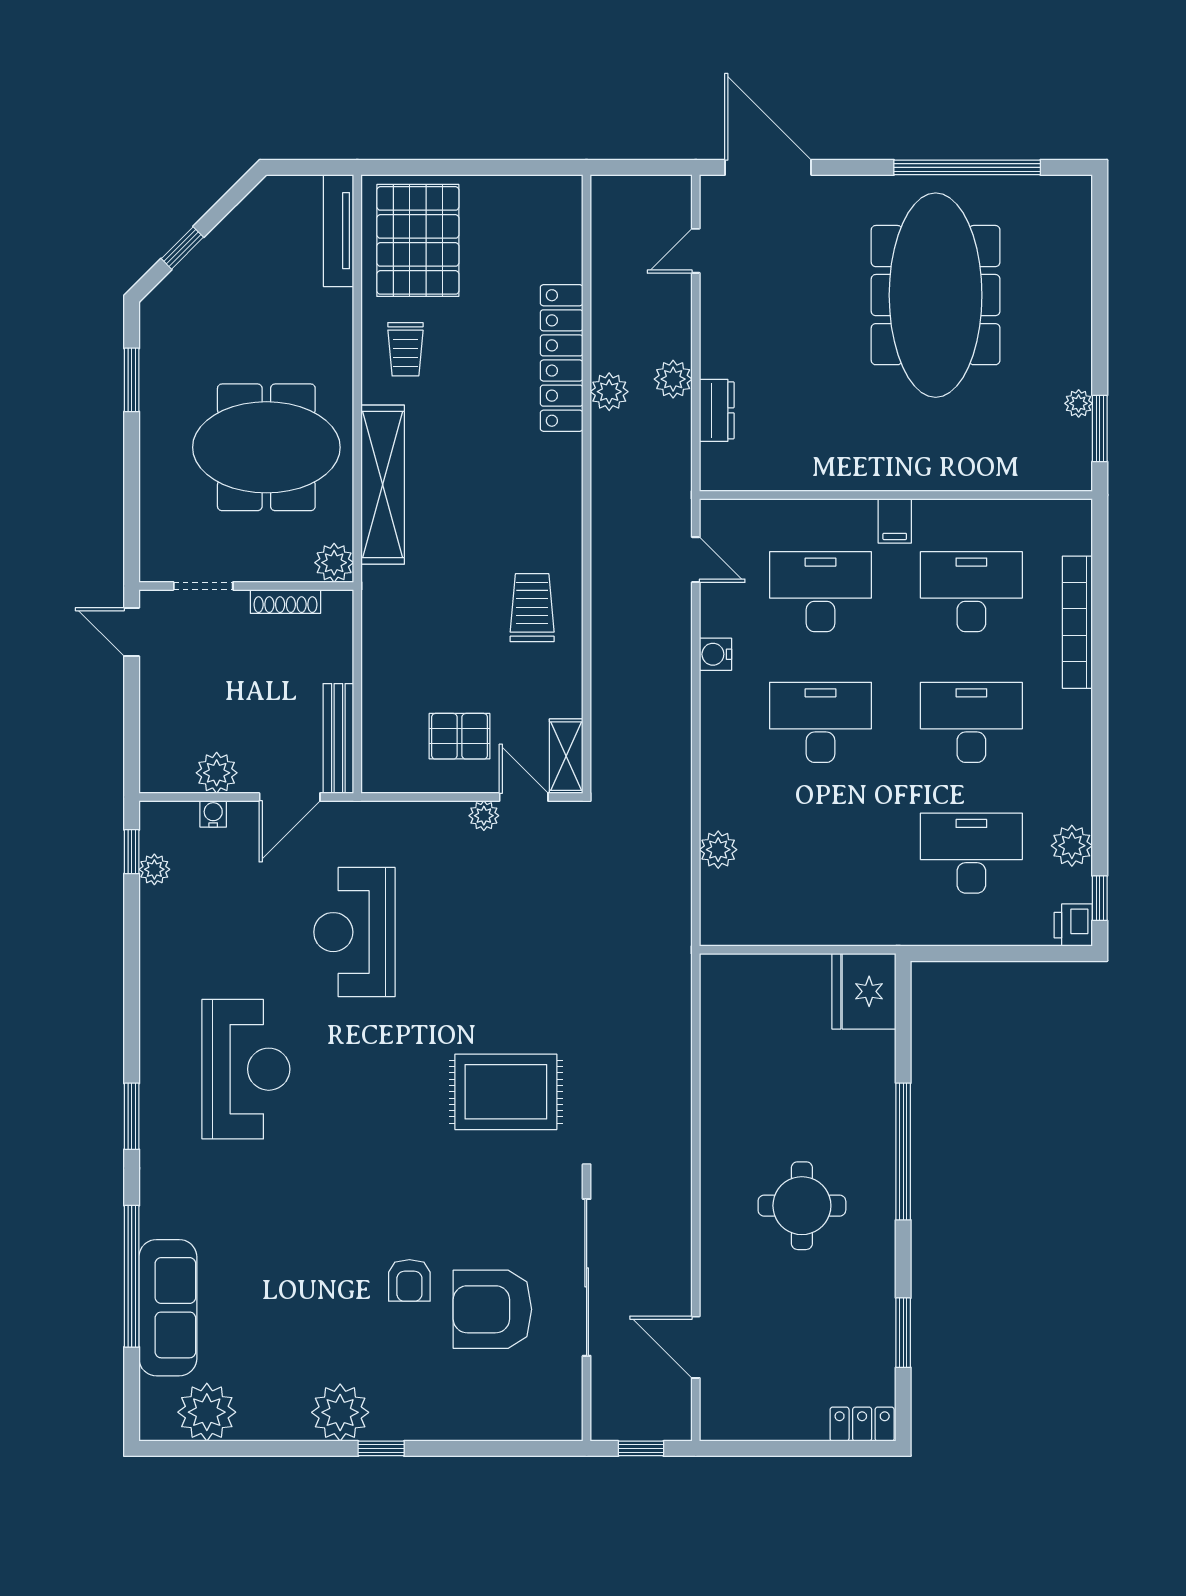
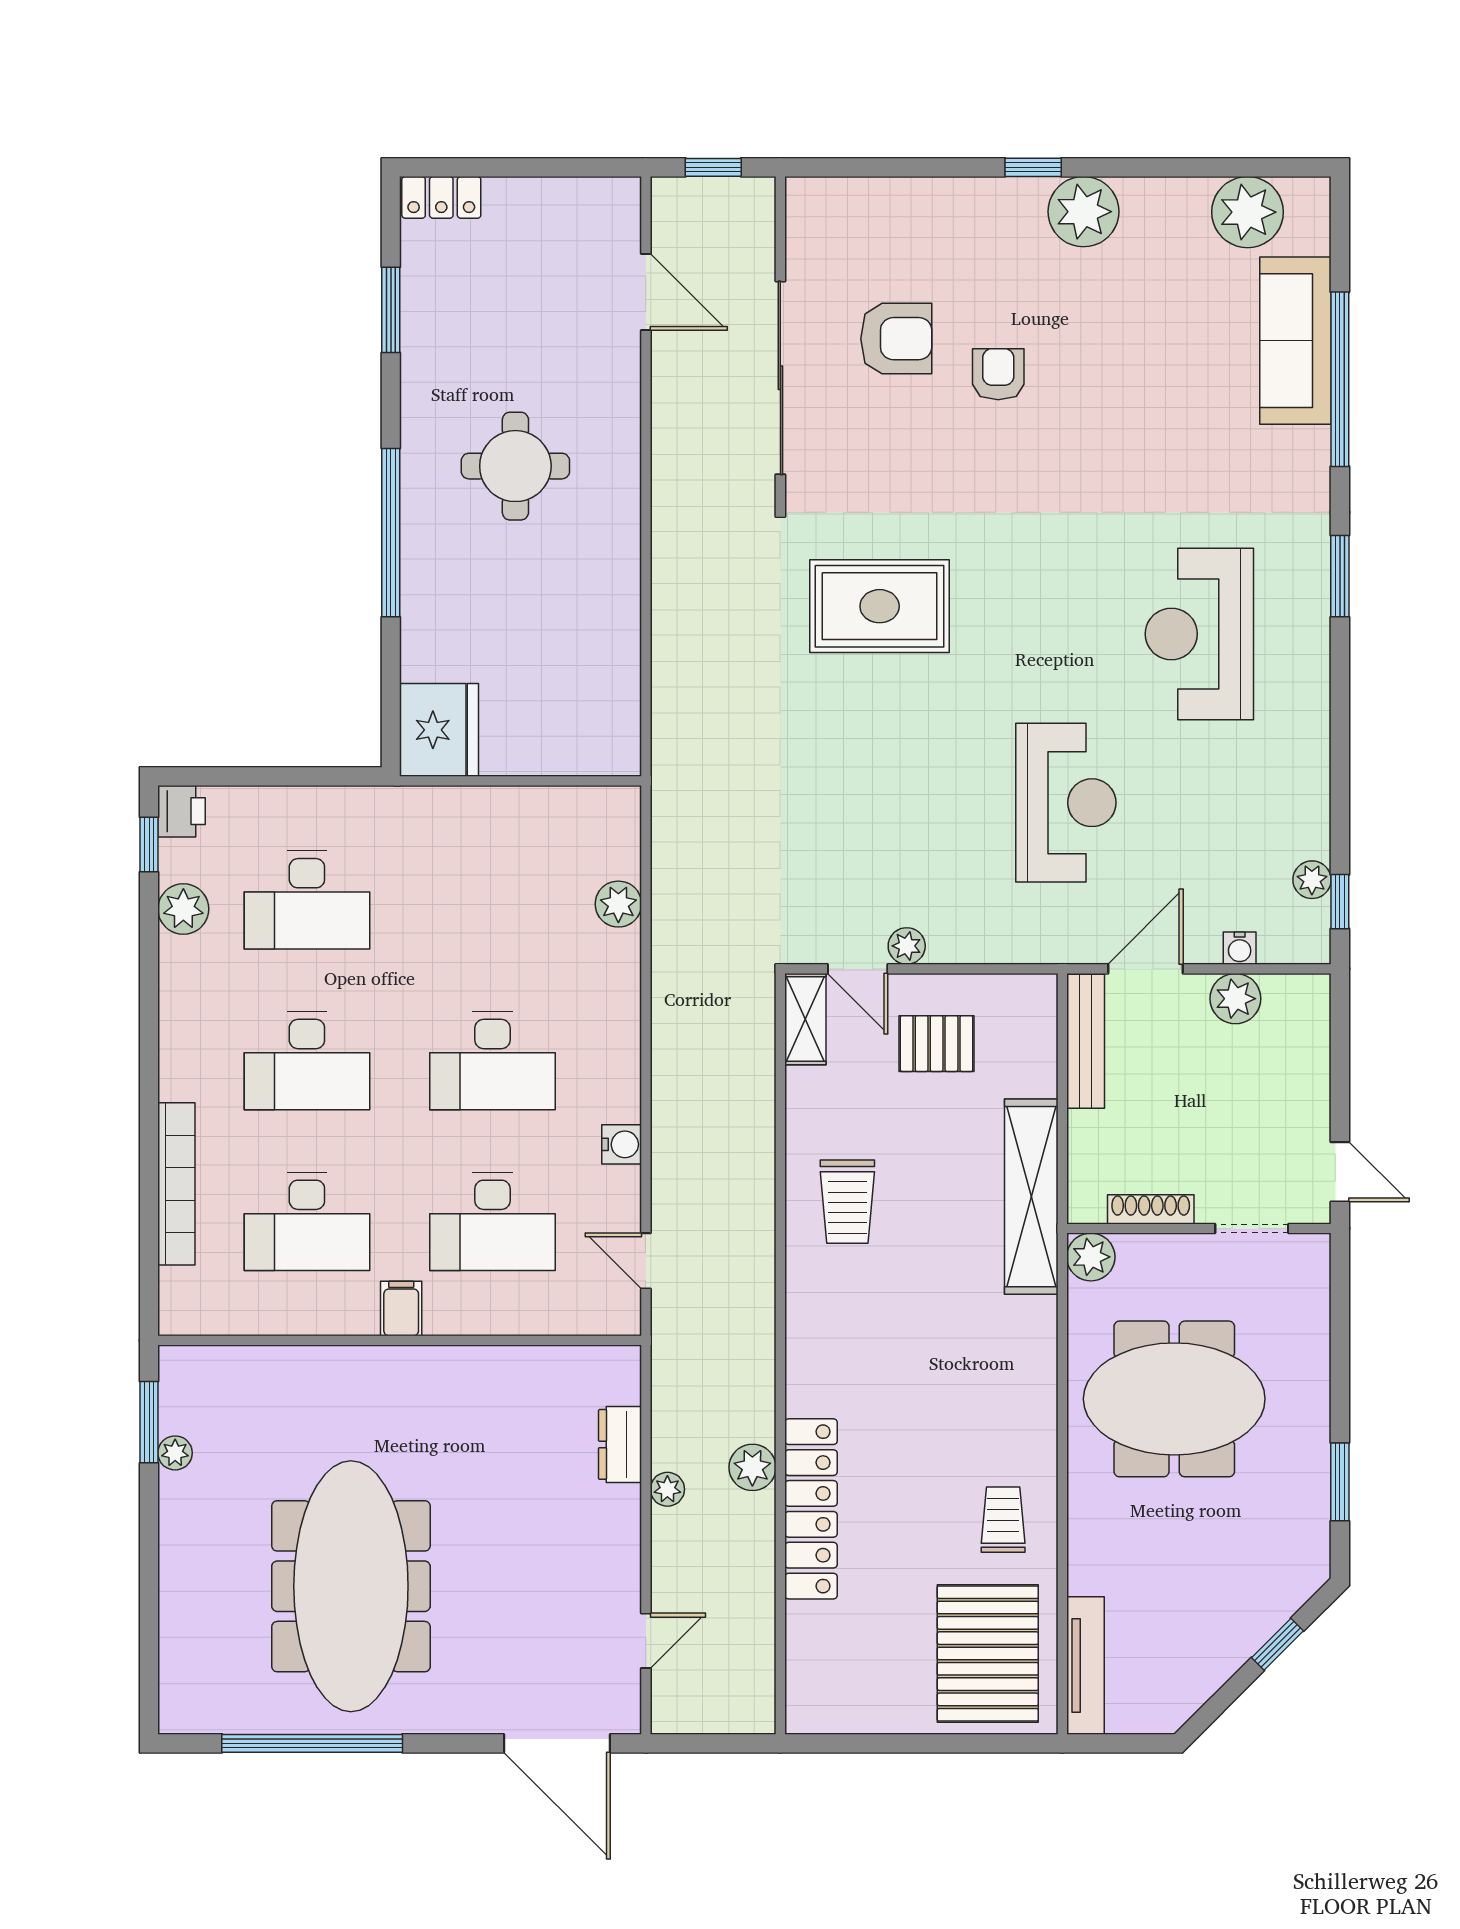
plant: (673, 379) -> (667, 1489), width x0.73, depth x0.73
shelving: (383, 485) -> (1031, 1197), moved
armchair: (492, 1309) -> (896, 339), width x0.73, depth x0.73

